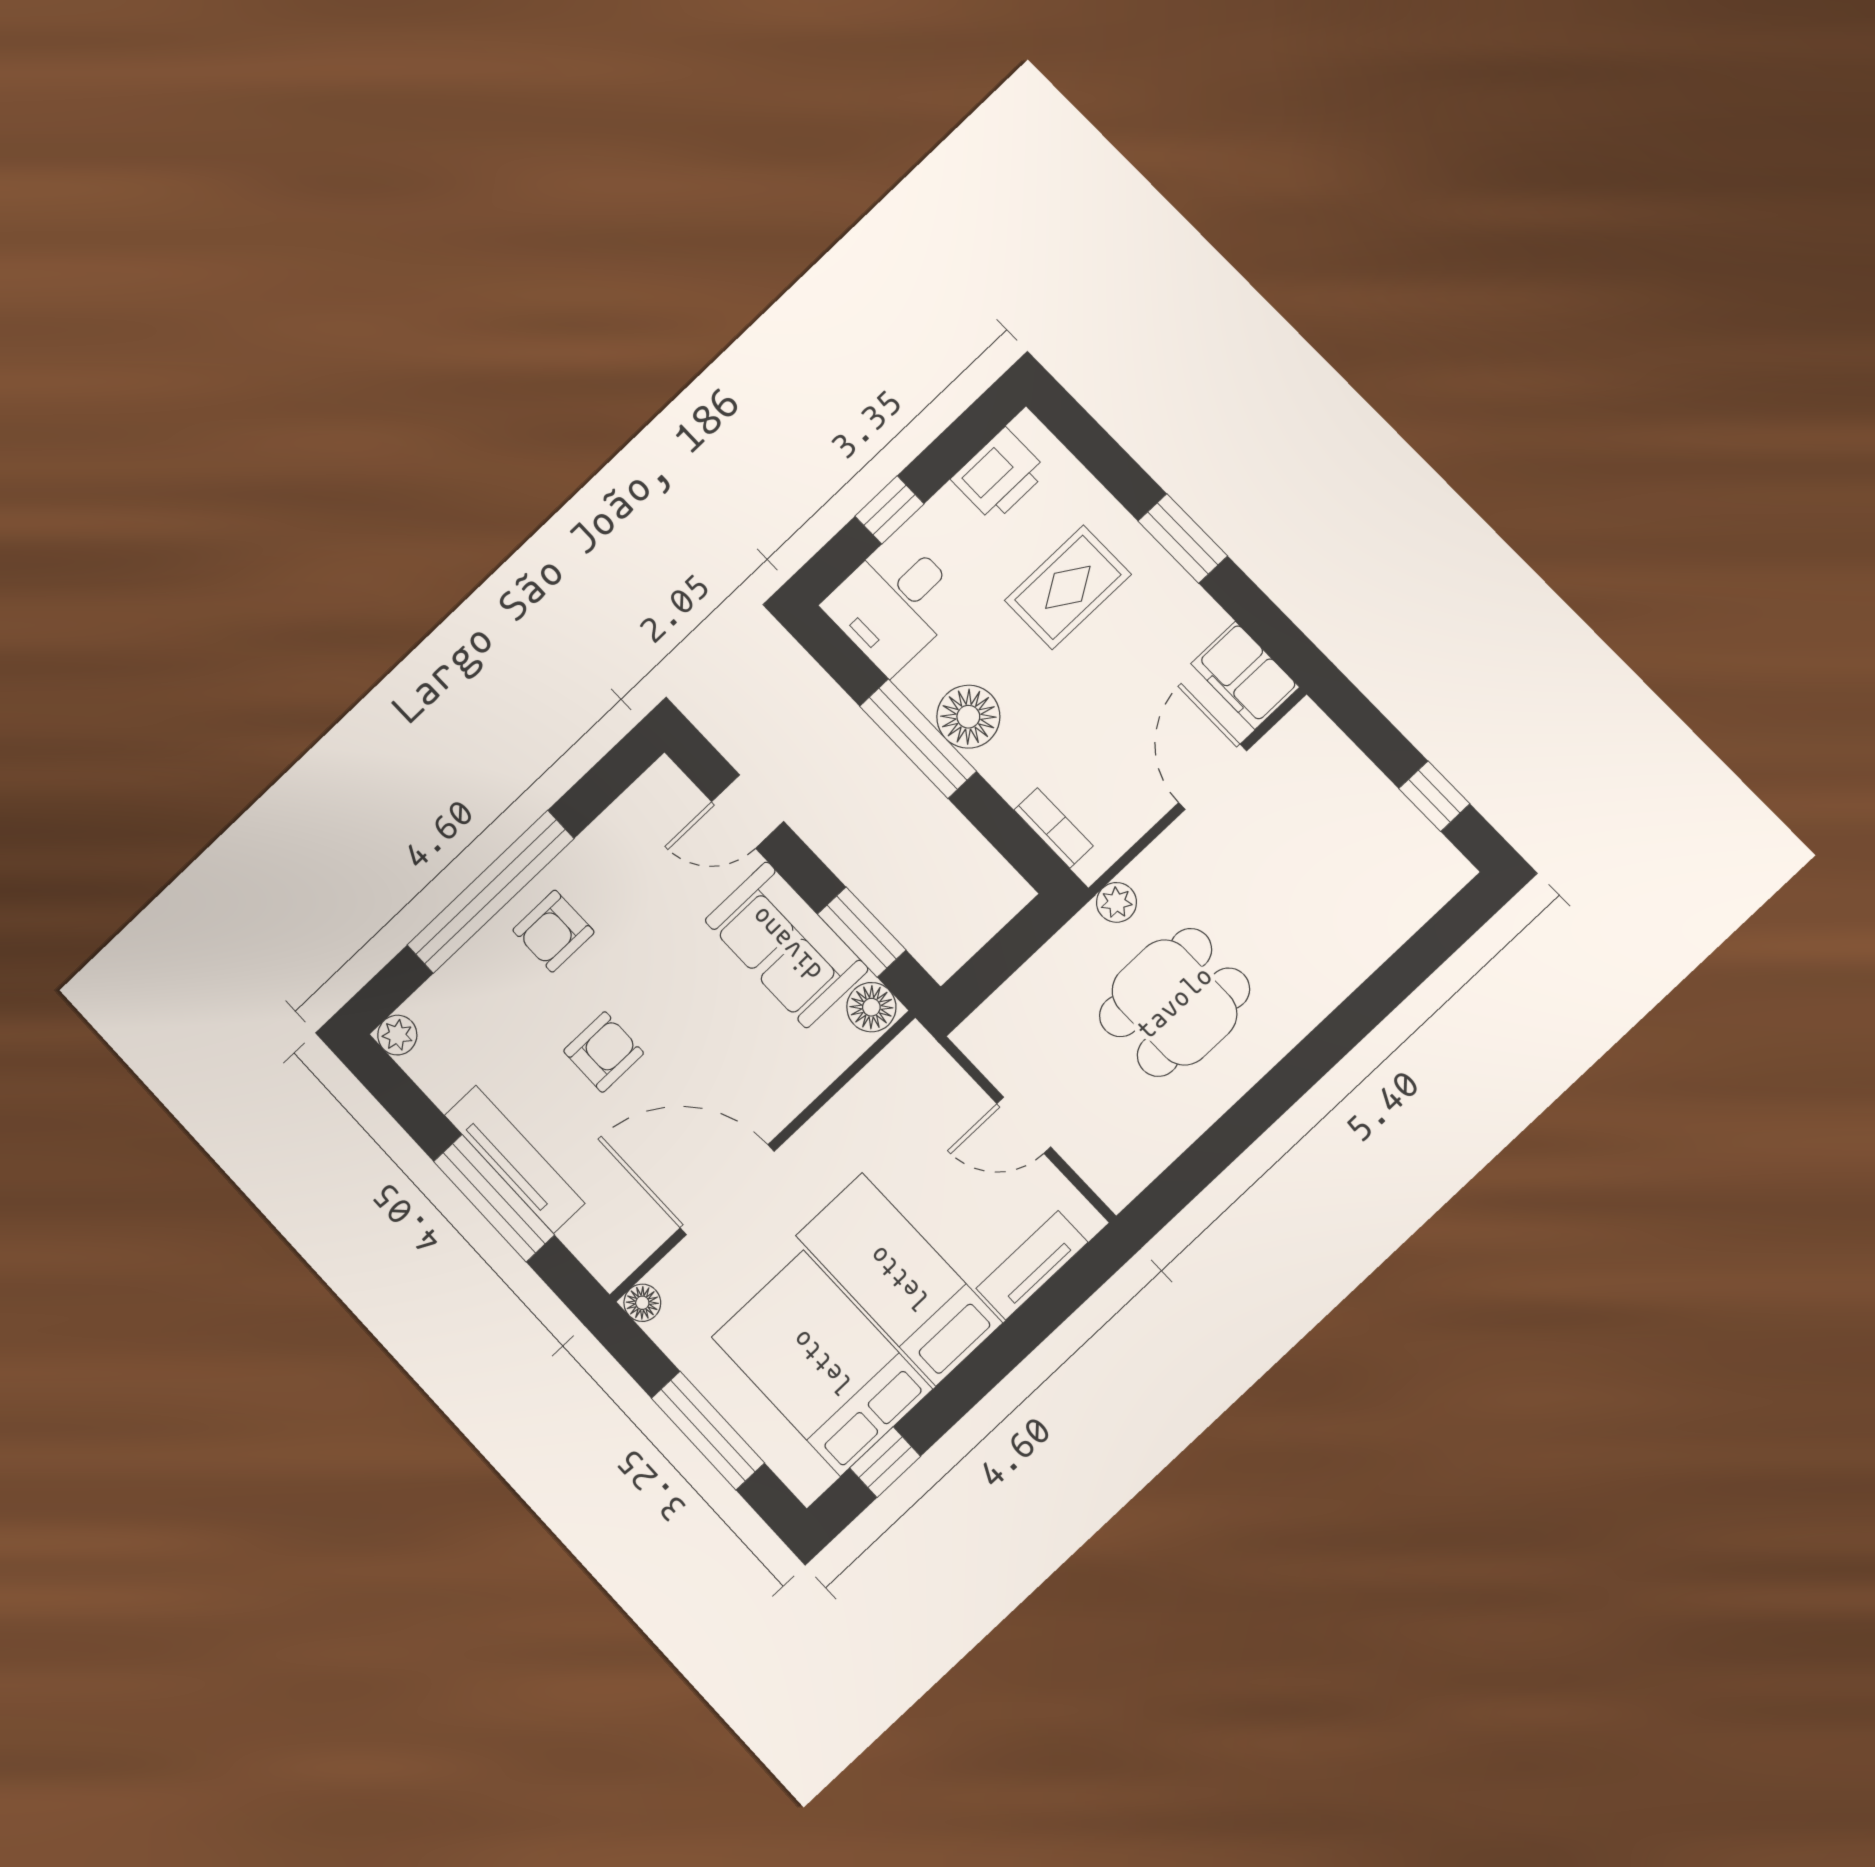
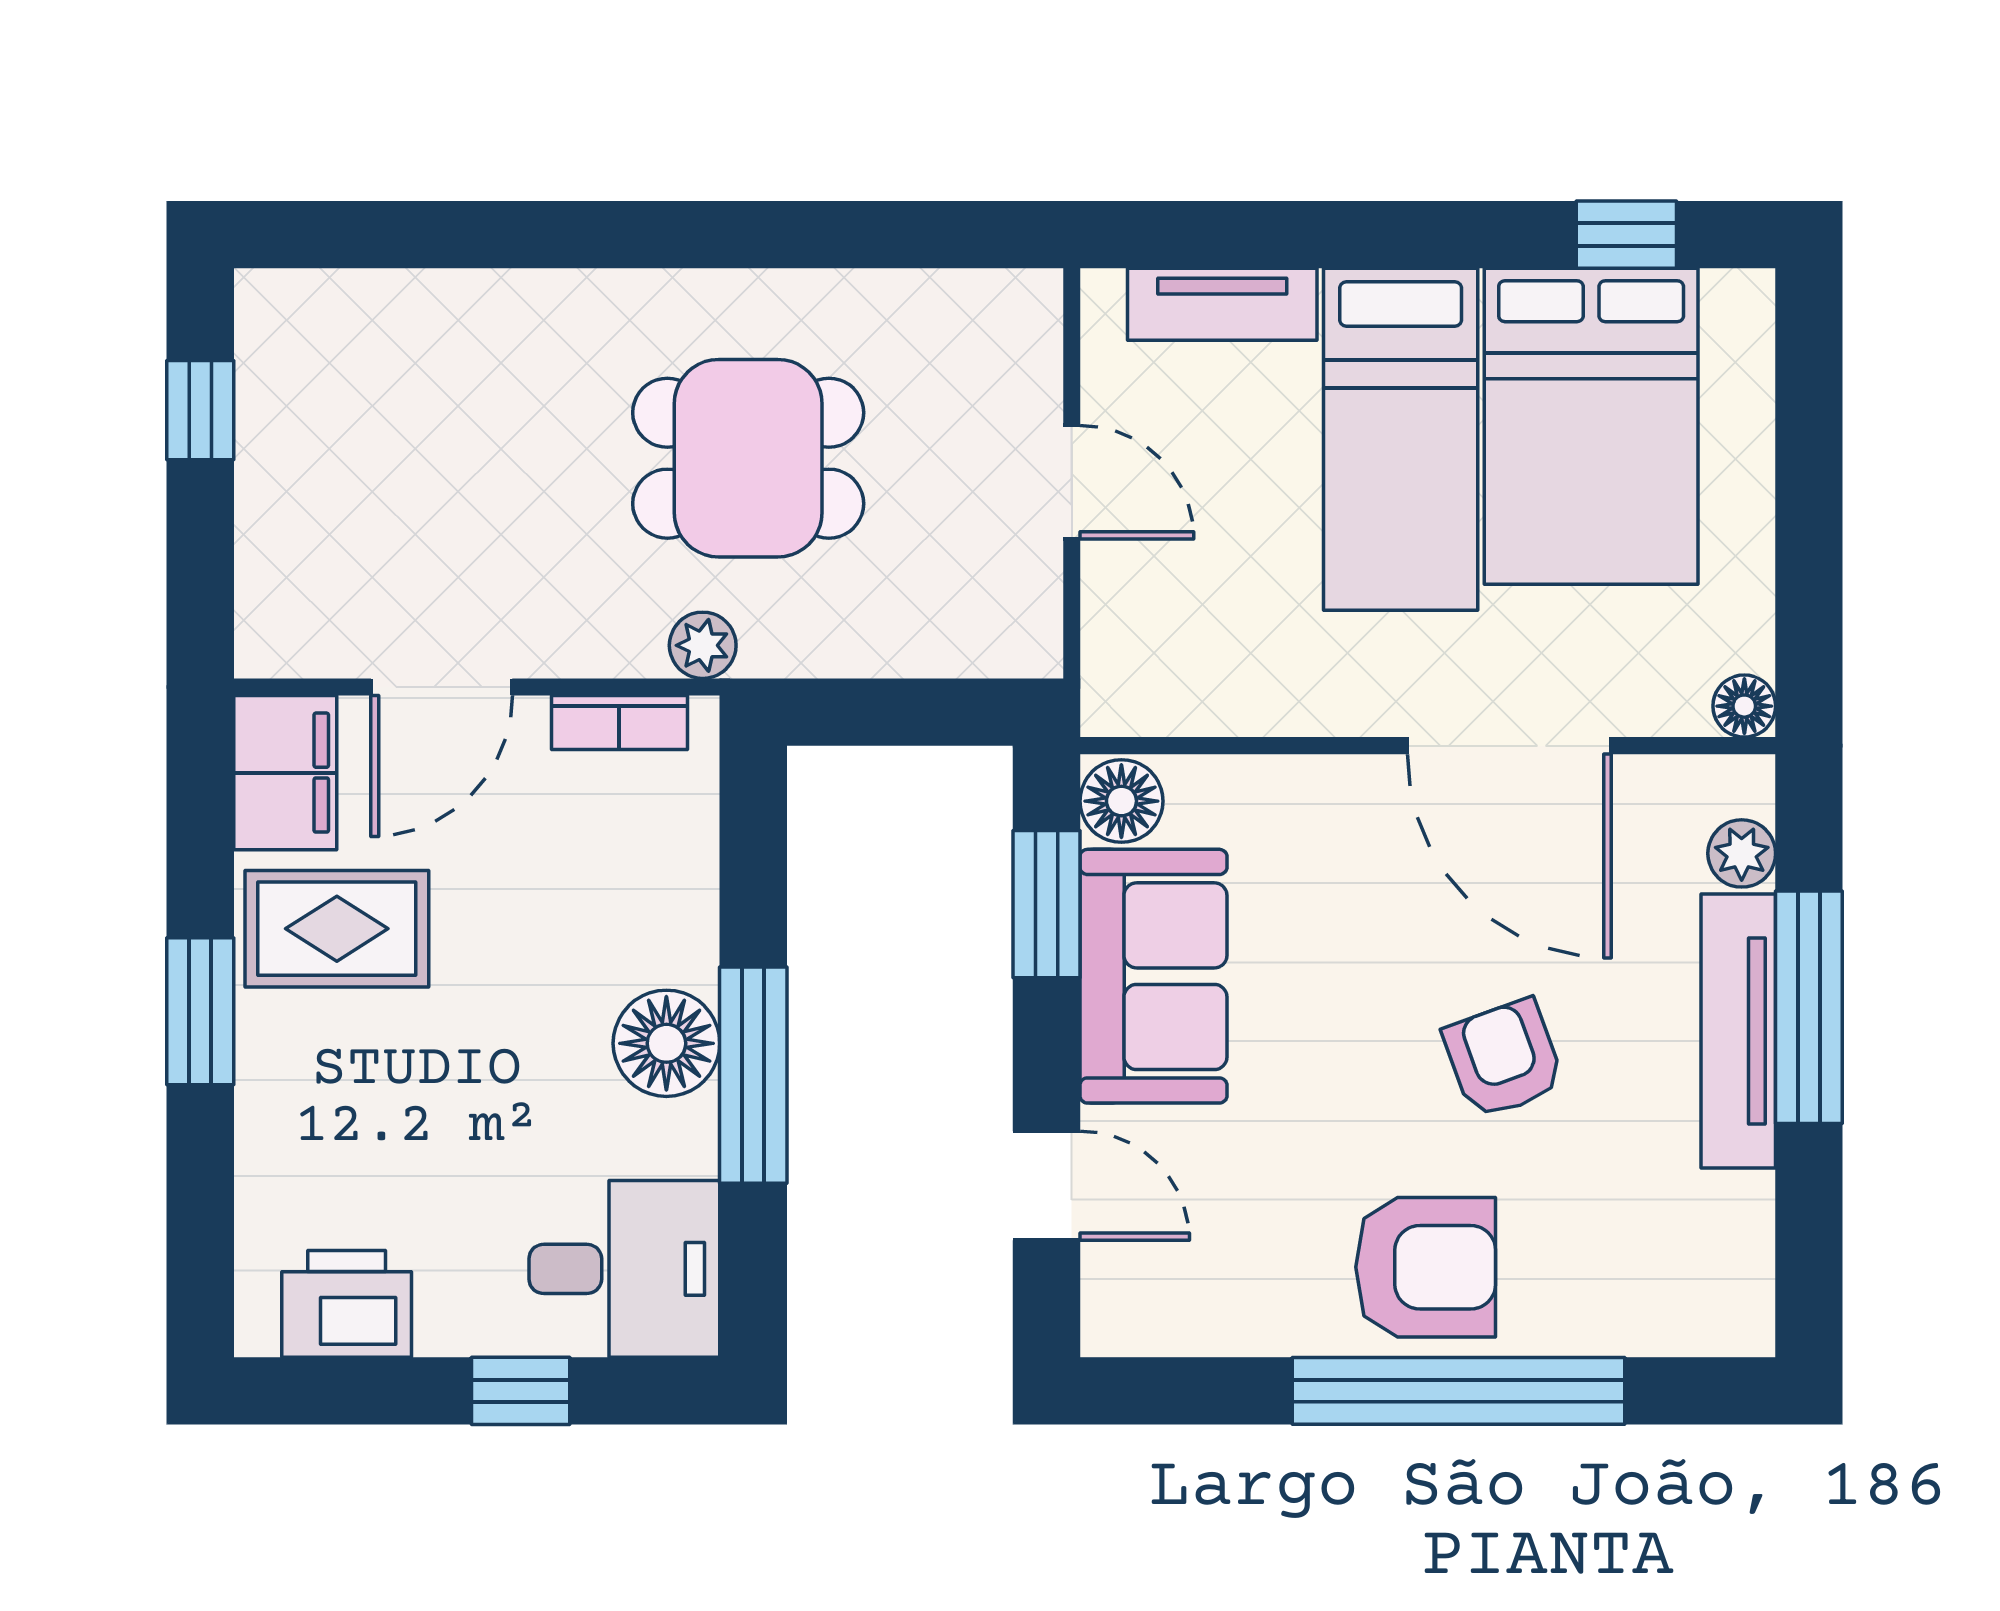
rug: (1068, 587) -> (337, 929), moved
bookcase: (1054, 828) -> (619, 723), moved, turned -90
armchair: (553, 931) -> (1426, 1267), width x1.38, depth x1.38
plant: (397, 1035) -> (1742, 853), moved
armchair: (604, 1052) -> (1504, 1059), turned 70
window: (708, 1430) -> (1809, 475), removed

